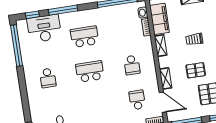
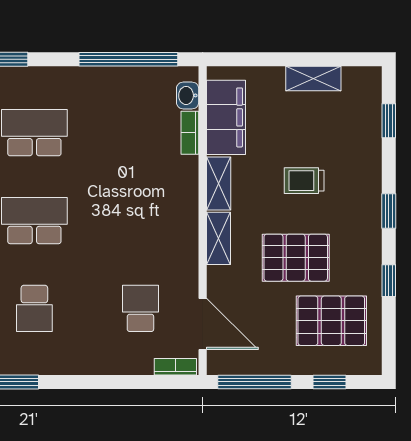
school desk: (132, 65) -> (34, 308), moved
pallet: (196, 70) -> (296, 258), width x1.50, depth x1.42
shelving: (166, 78) -> (219, 238), moved

